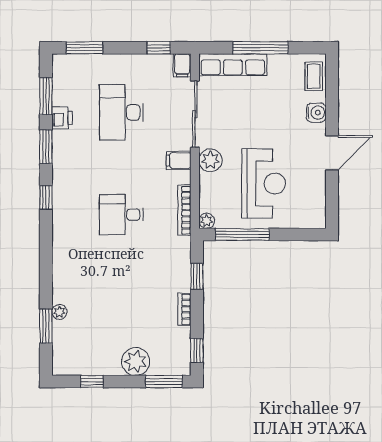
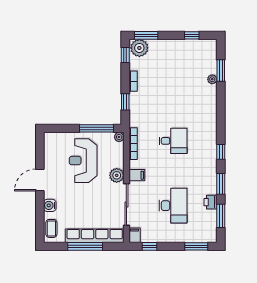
row of seats: (233, 65) -> (95, 236), width x1.36
plant: (136, 362) -> (139, 48), moved

